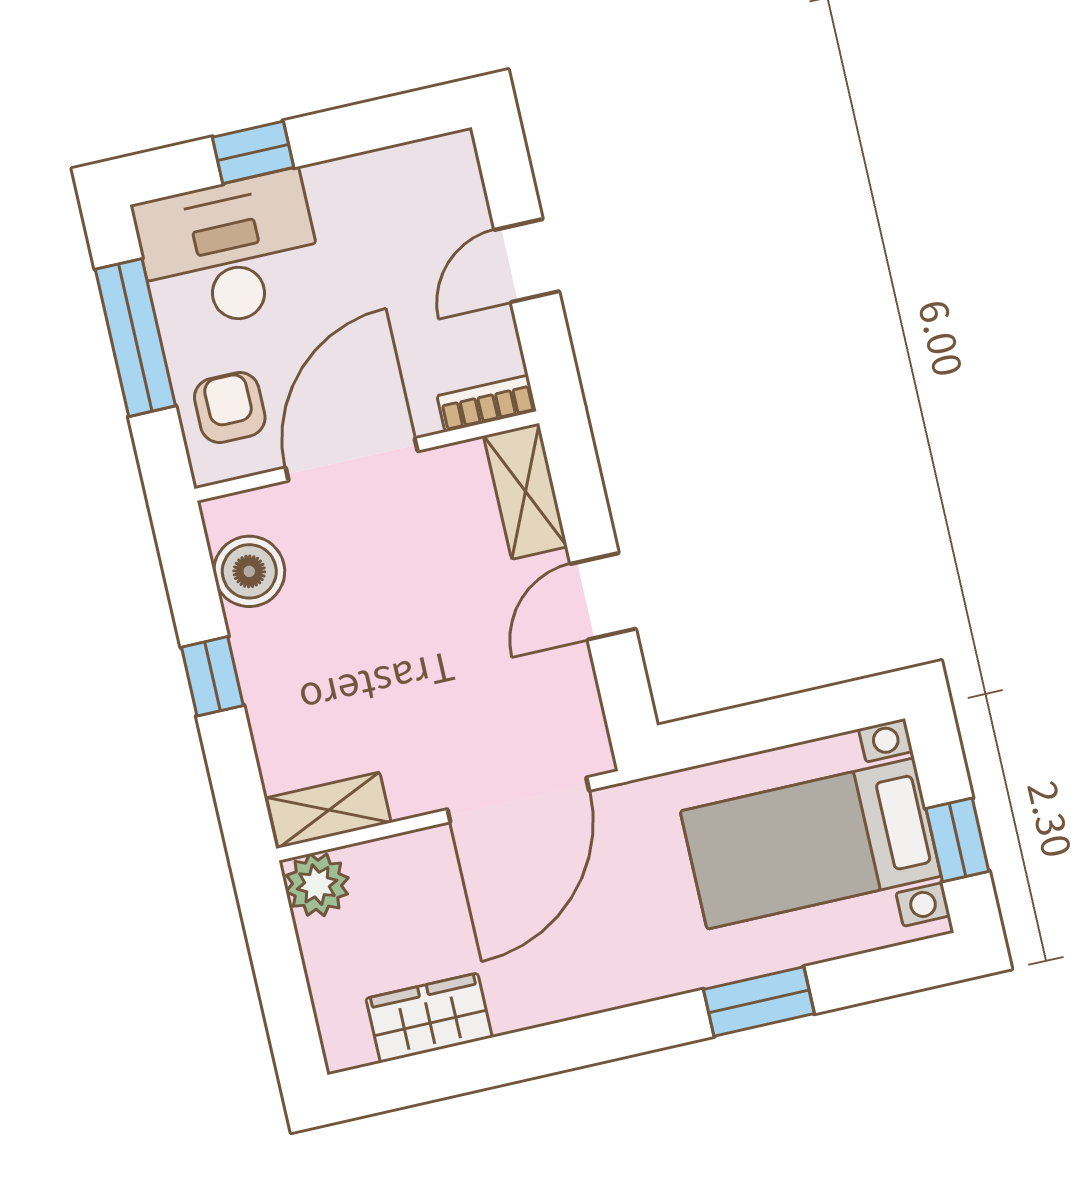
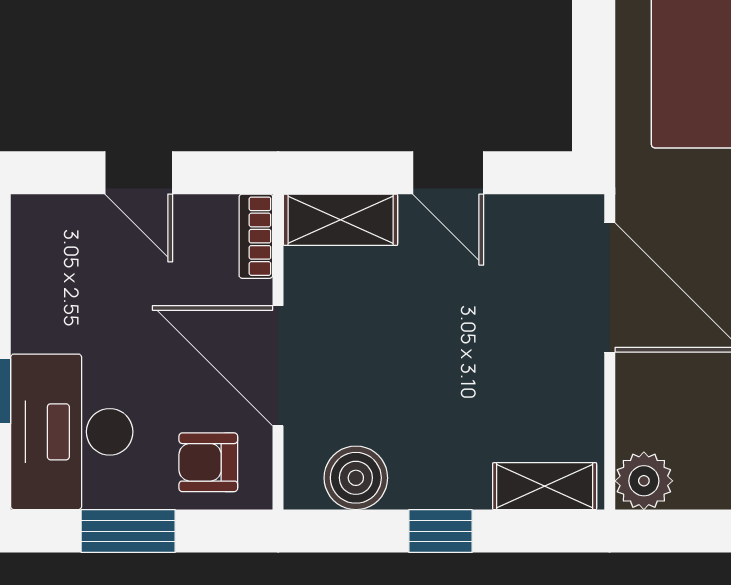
window: (135, 338) -> (128, 531), width x0.69
shelving: (329, 810) -> (545, 486), moved, turned 90

